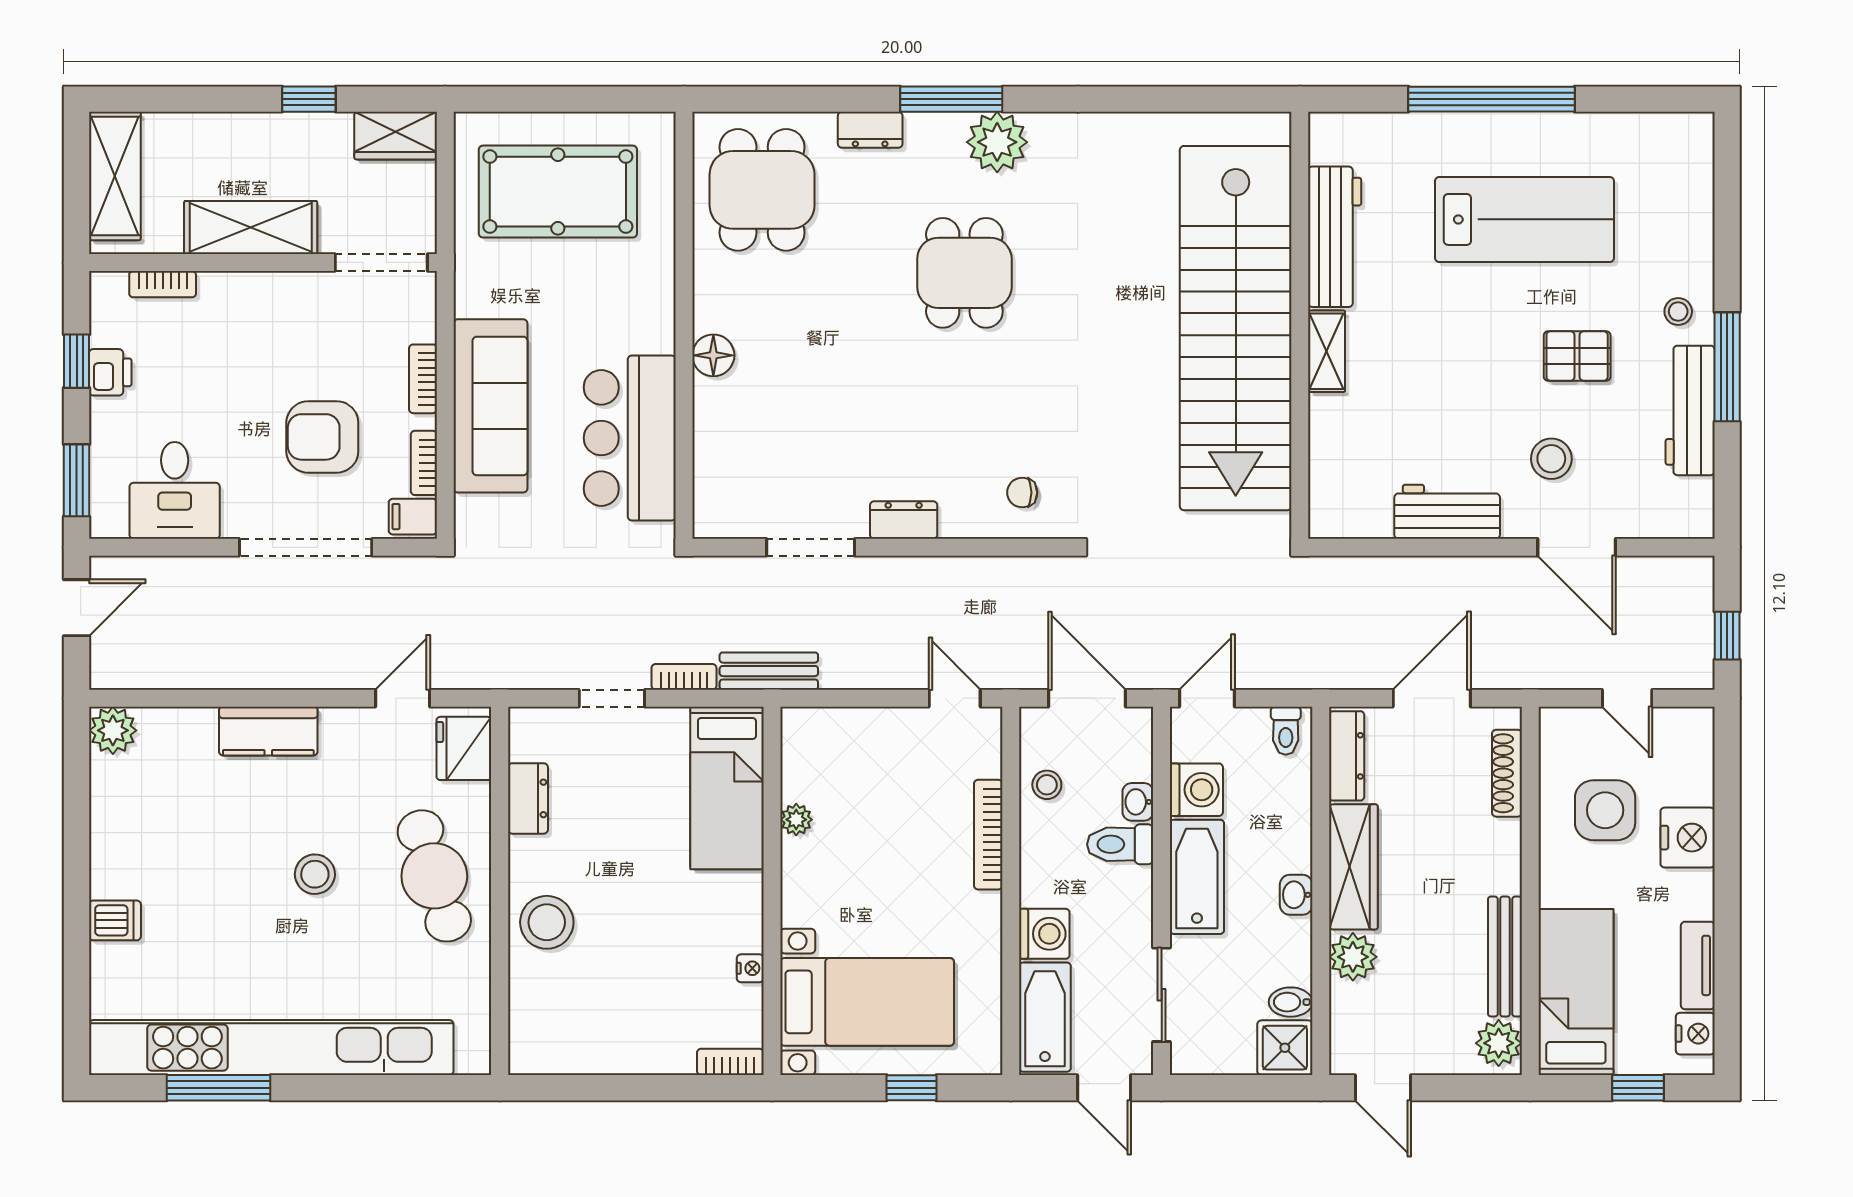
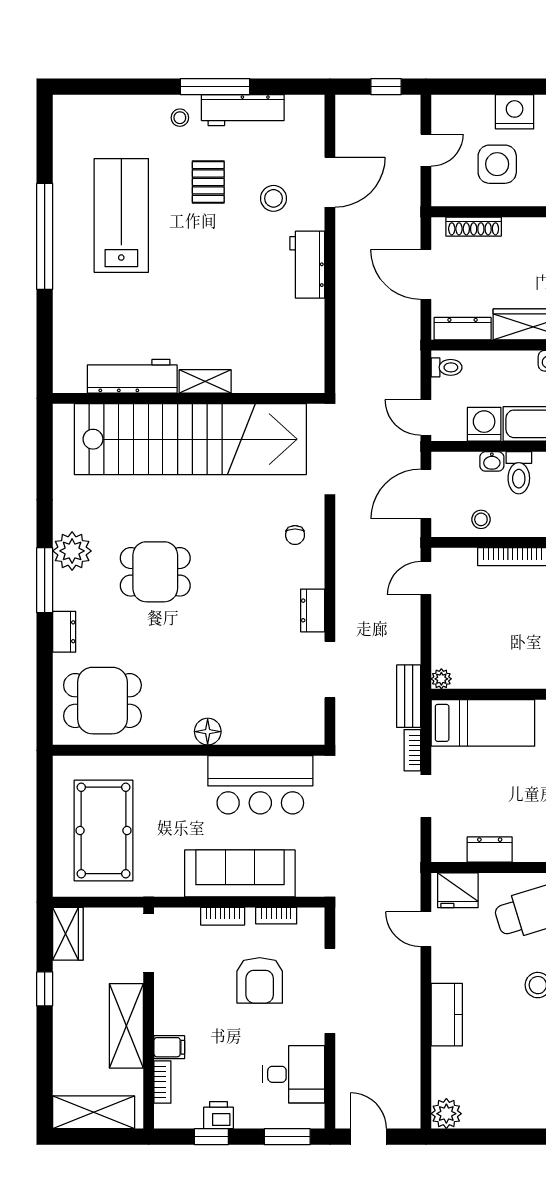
workbench: (1335, 237) -> (132, 376), moved
wall: (1300, 325) -> (189, 398), moved
stairs: (1236, 328) -> (190, 439), moved
shelving: (1326, 351) -> (205, 381), moved
filing cabinet: (413, 517) -> (169, 1047), moved, turned -90
plant: (796, 820) -> (441, 679), moved

